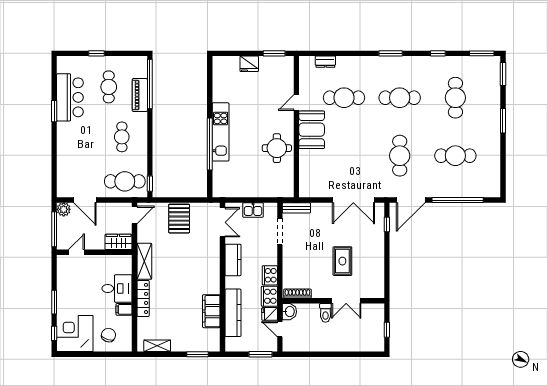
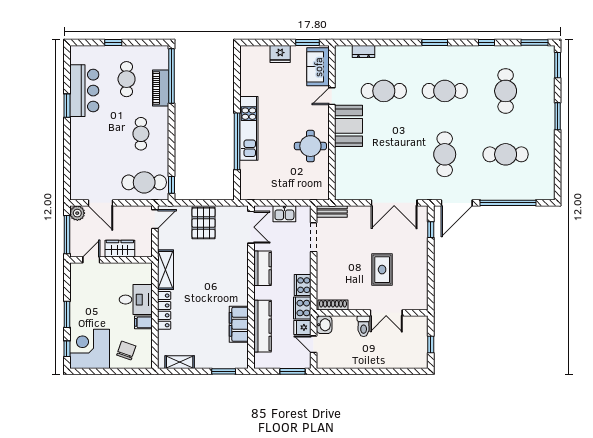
sofa: (284, 76) -> (318, 67), added
wardrobe: (119, 242) -> (120, 249), moved

